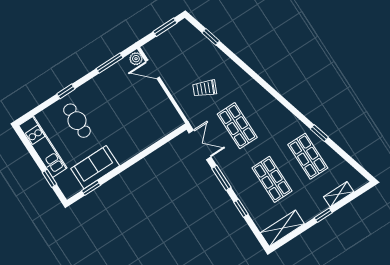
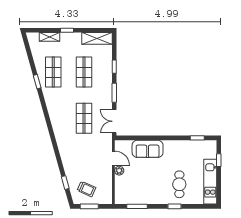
plant: (136, 59) -> (119, 171), moved
door: (153, 69) -> (113, 158), moved
trolley: (205, 88) -> (86, 189), moved
sofa: (95, 167) -> (148, 149), moved

